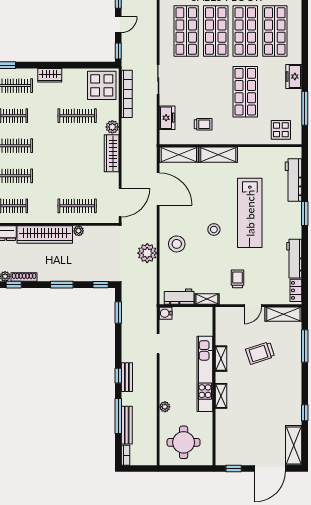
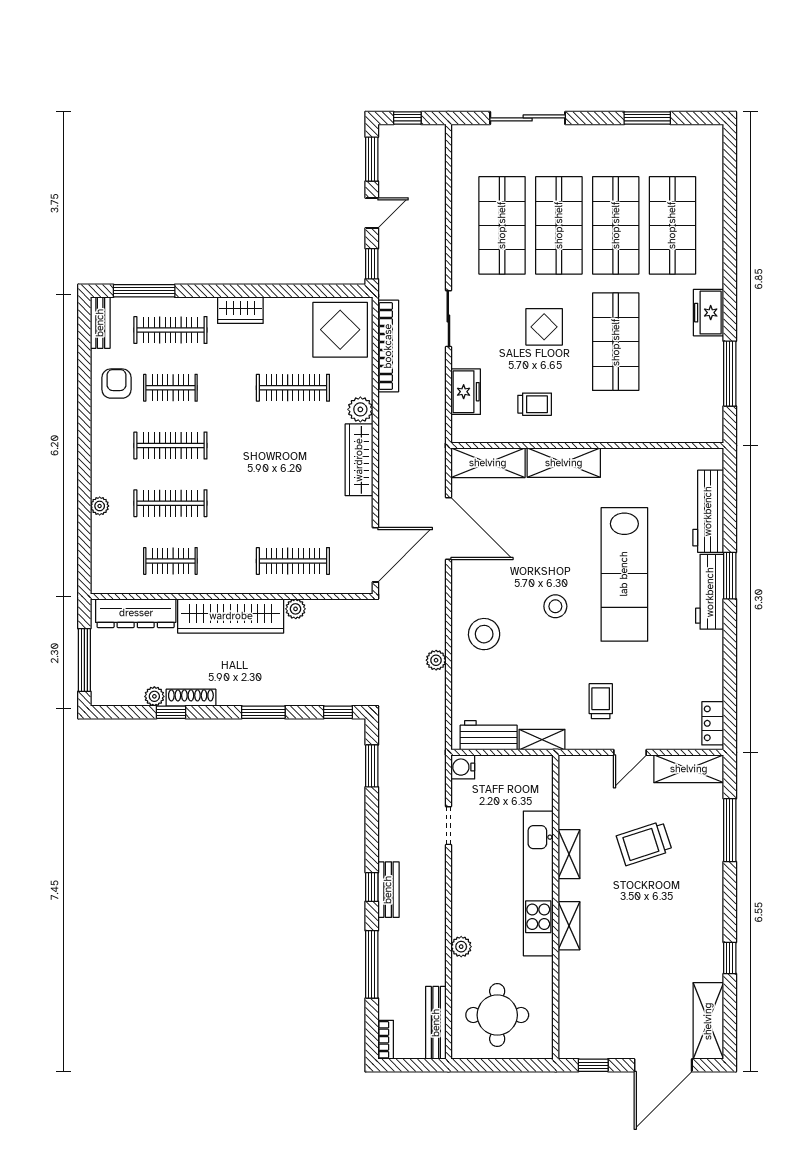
display table: (281, 130) -> (544, 327), moved
plant: (147, 253) -> (436, 660), width x0.53, depth x0.53
workbench: (294, 259) -> (710, 592), moved
bench: (127, 425) -> (436, 1023), moved

